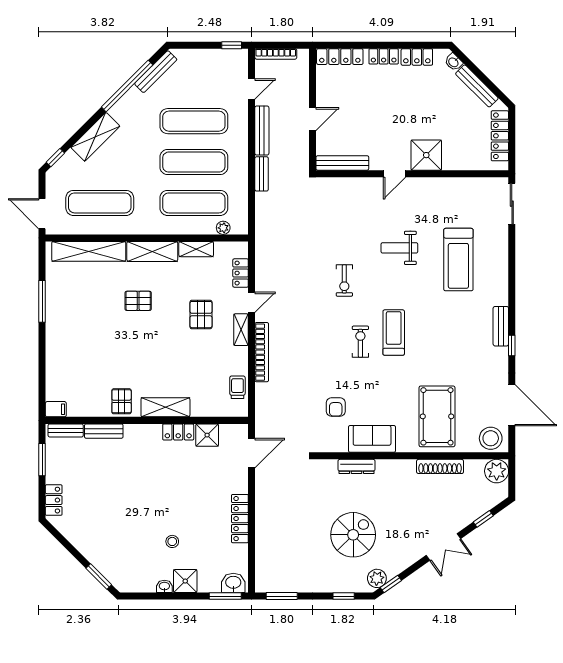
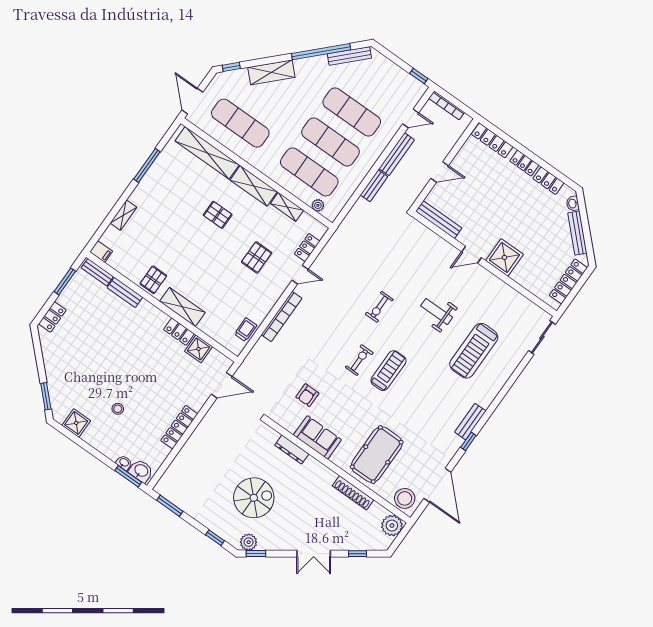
shelving: (241, 330) -> (123, 215), moved
shower: (185, 581) -> (76, 423), moved
washbasin: (164, 586) -> (124, 463), moved

